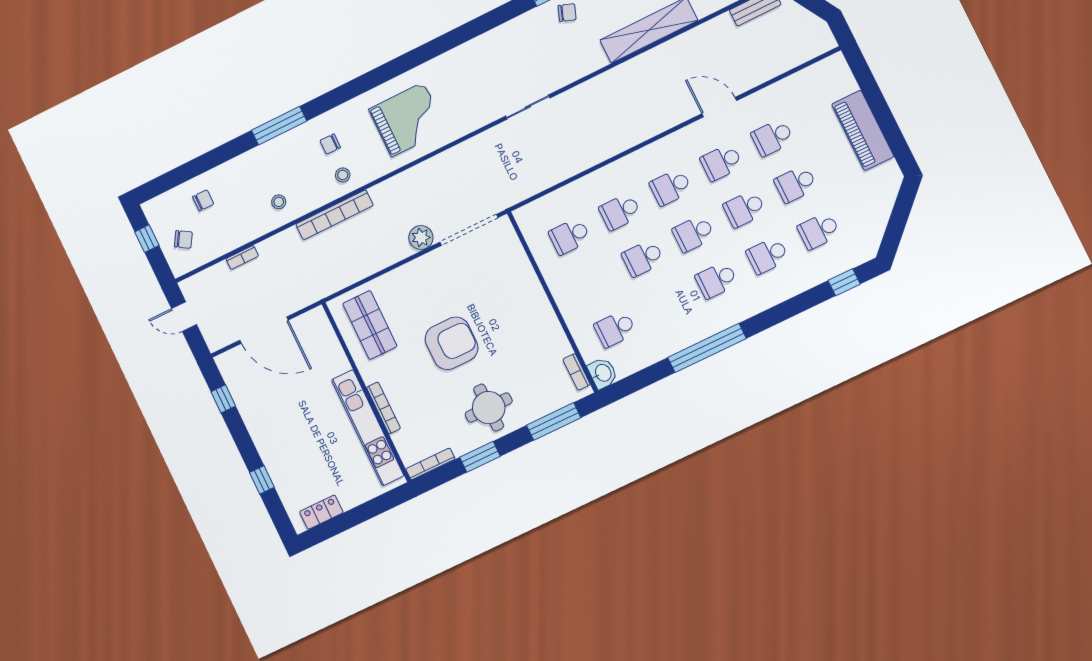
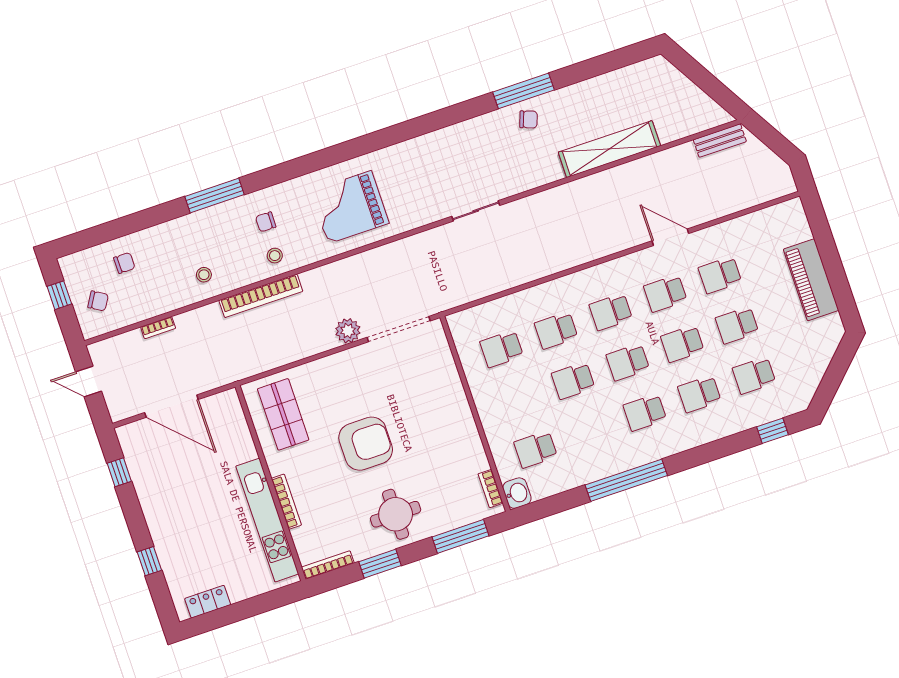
grand piano: (408, 119) -> (350, 207), turned 180

